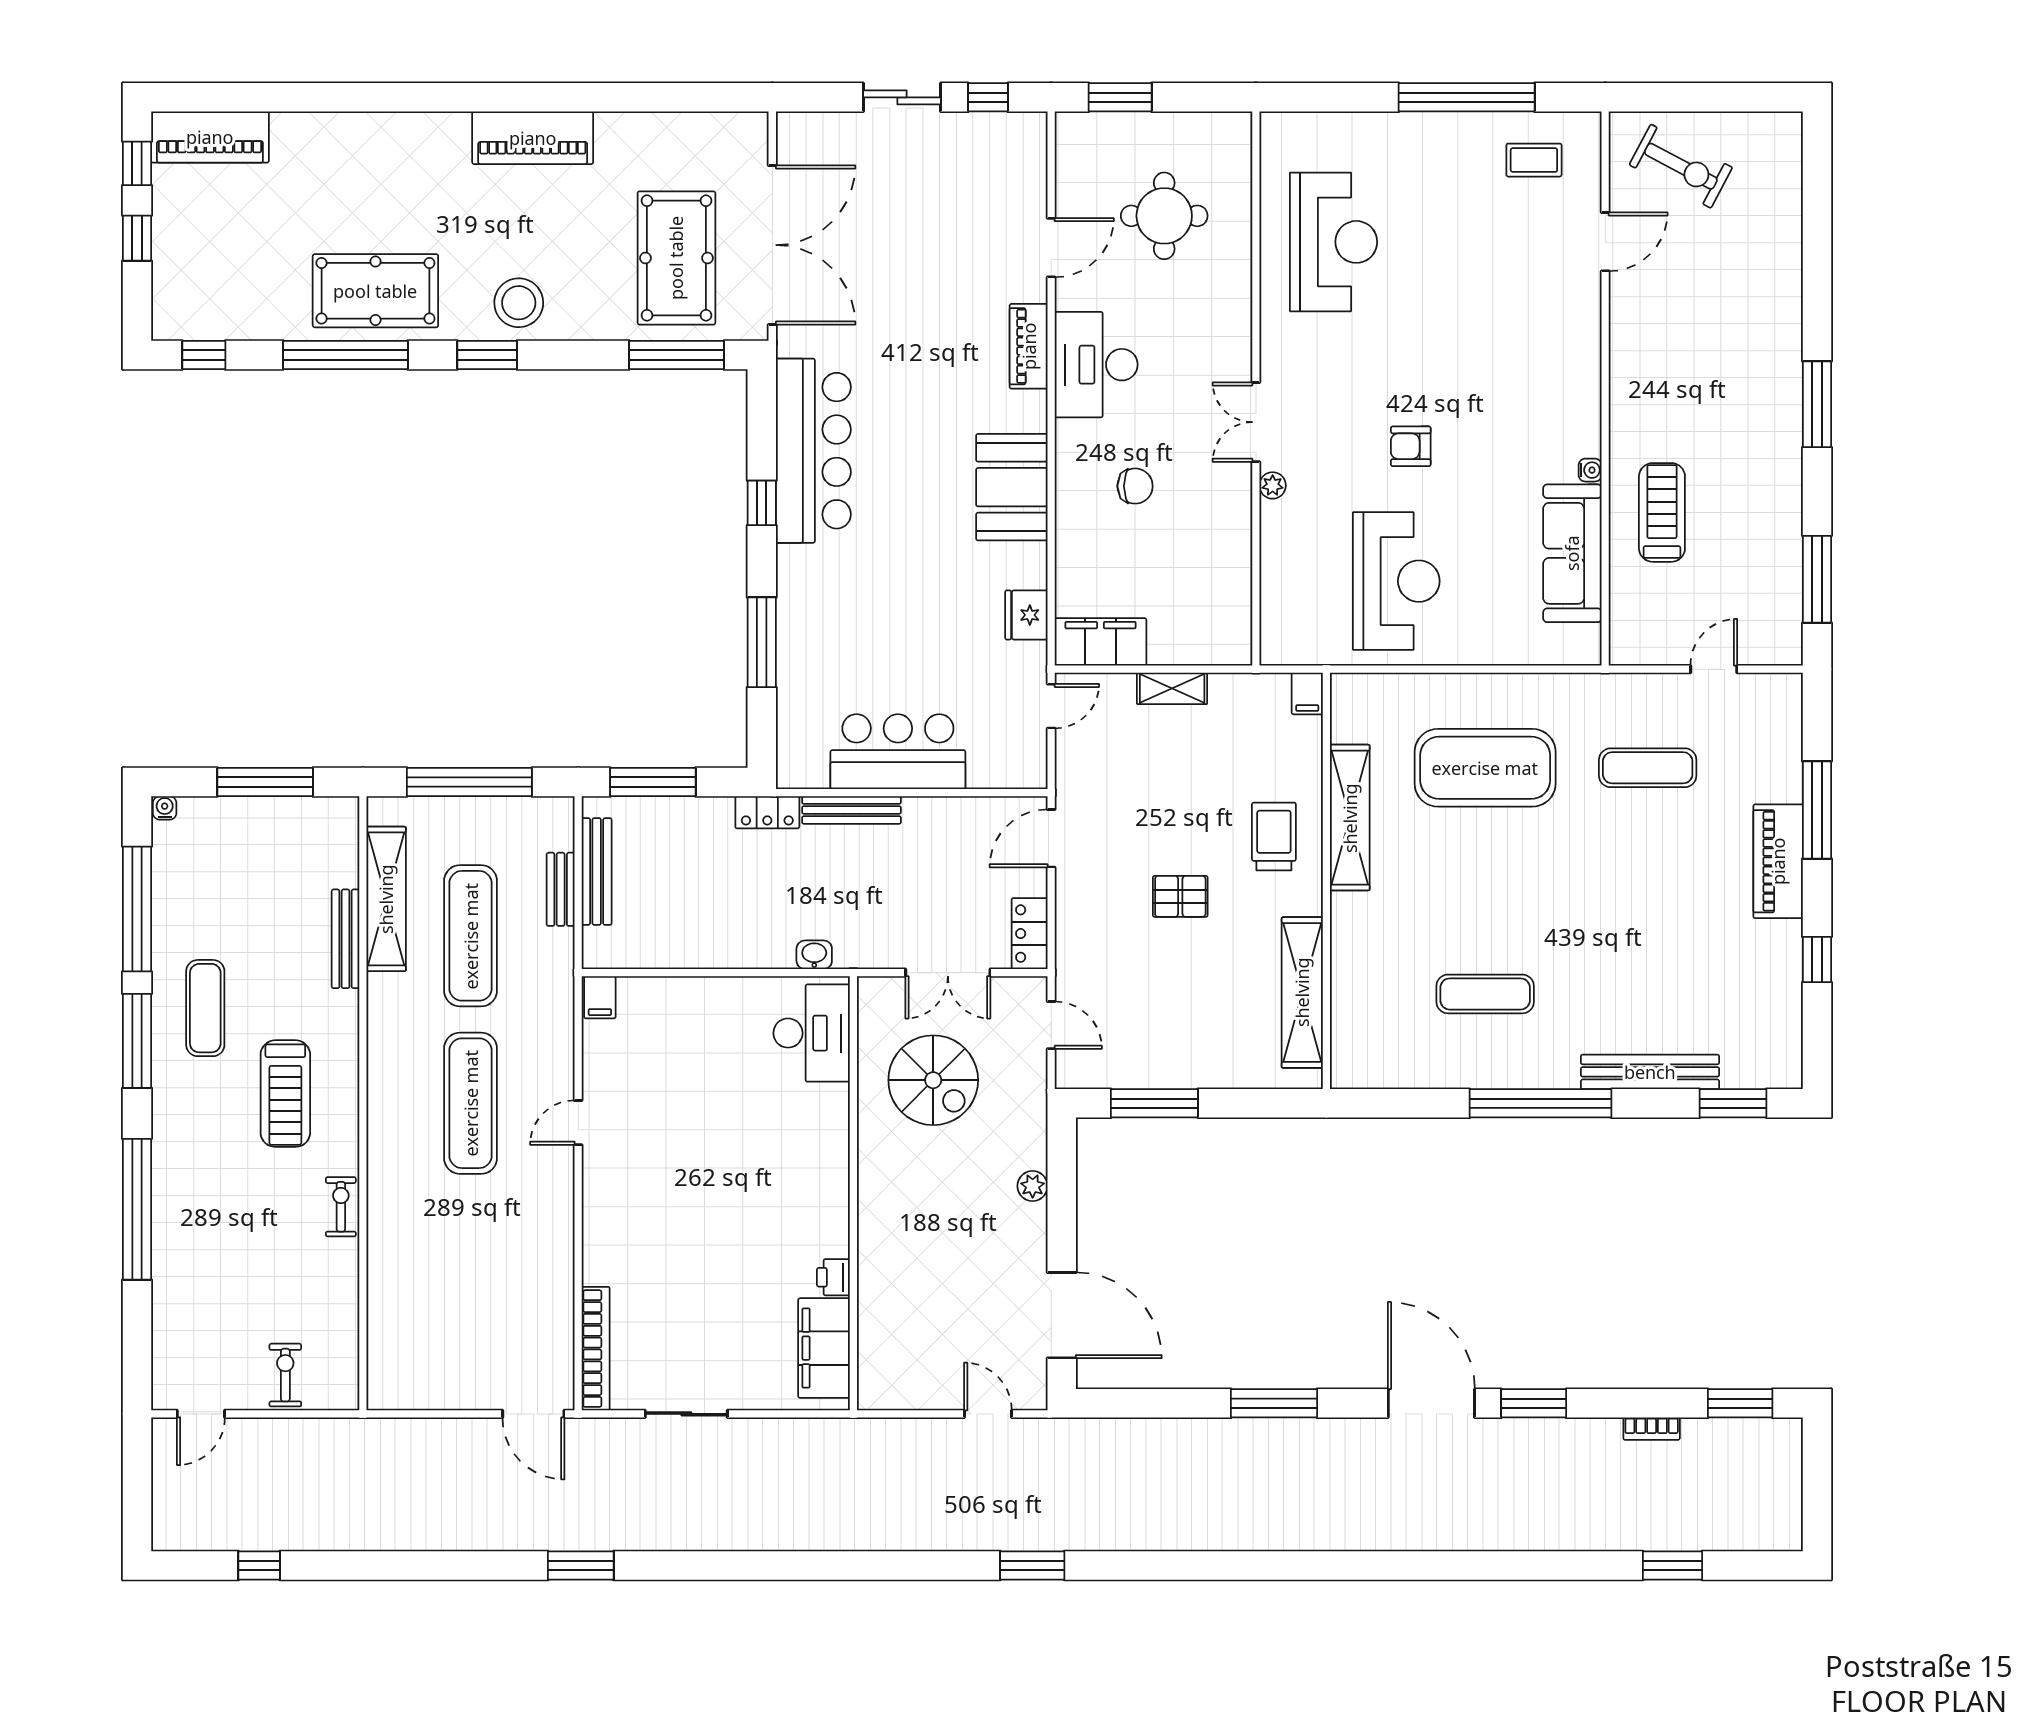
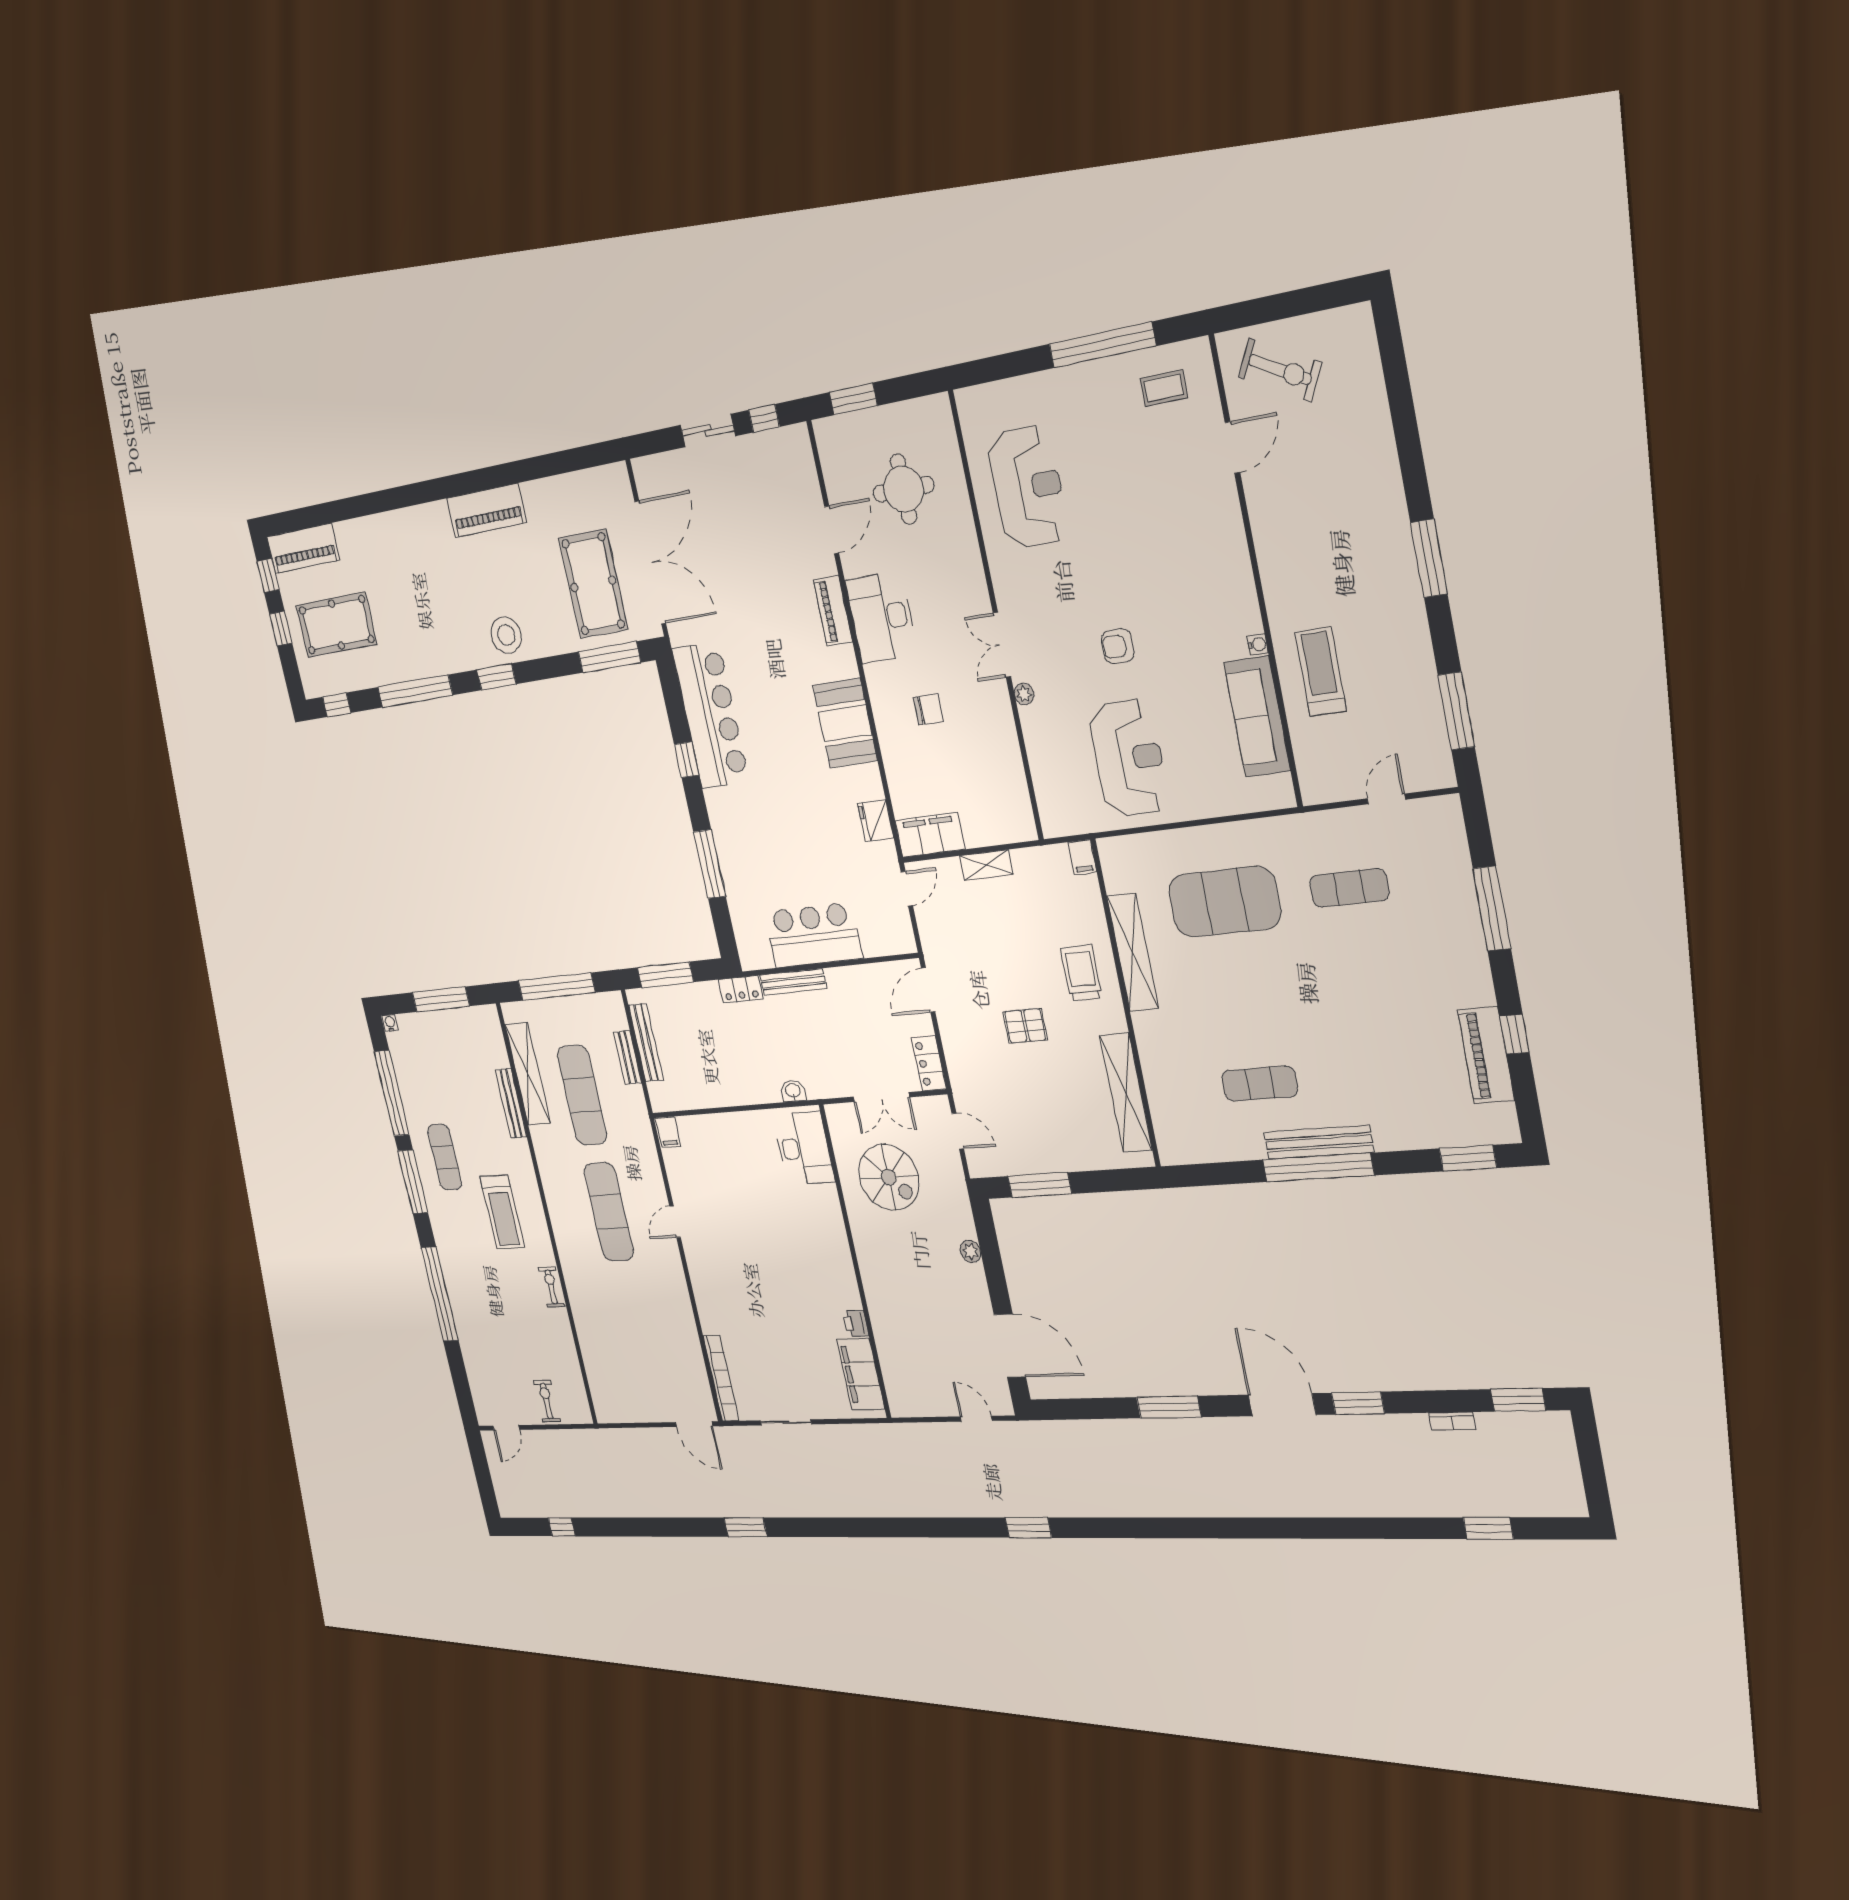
pool table: (375, 291) -> (336, 625), moved
piano: (1778, 861) -> (1486, 1055), moved
bench: (1650, 1072) -> (1319, 1142), moved

